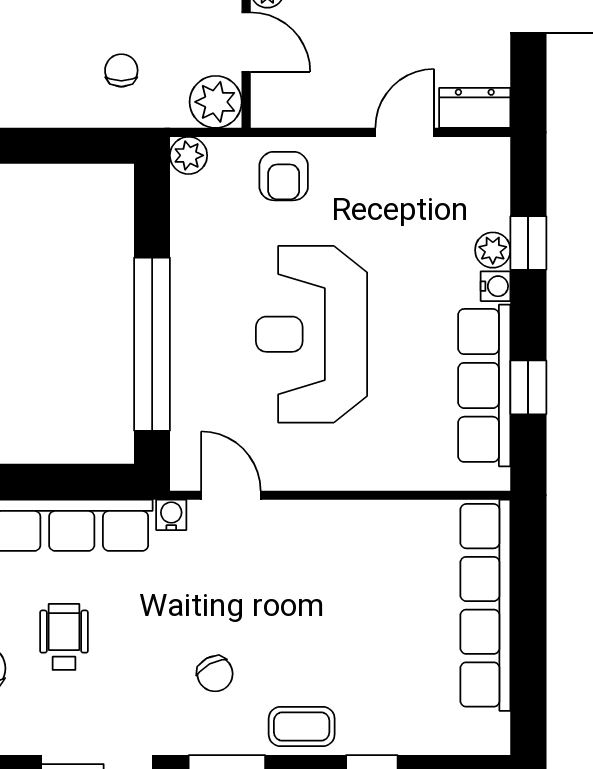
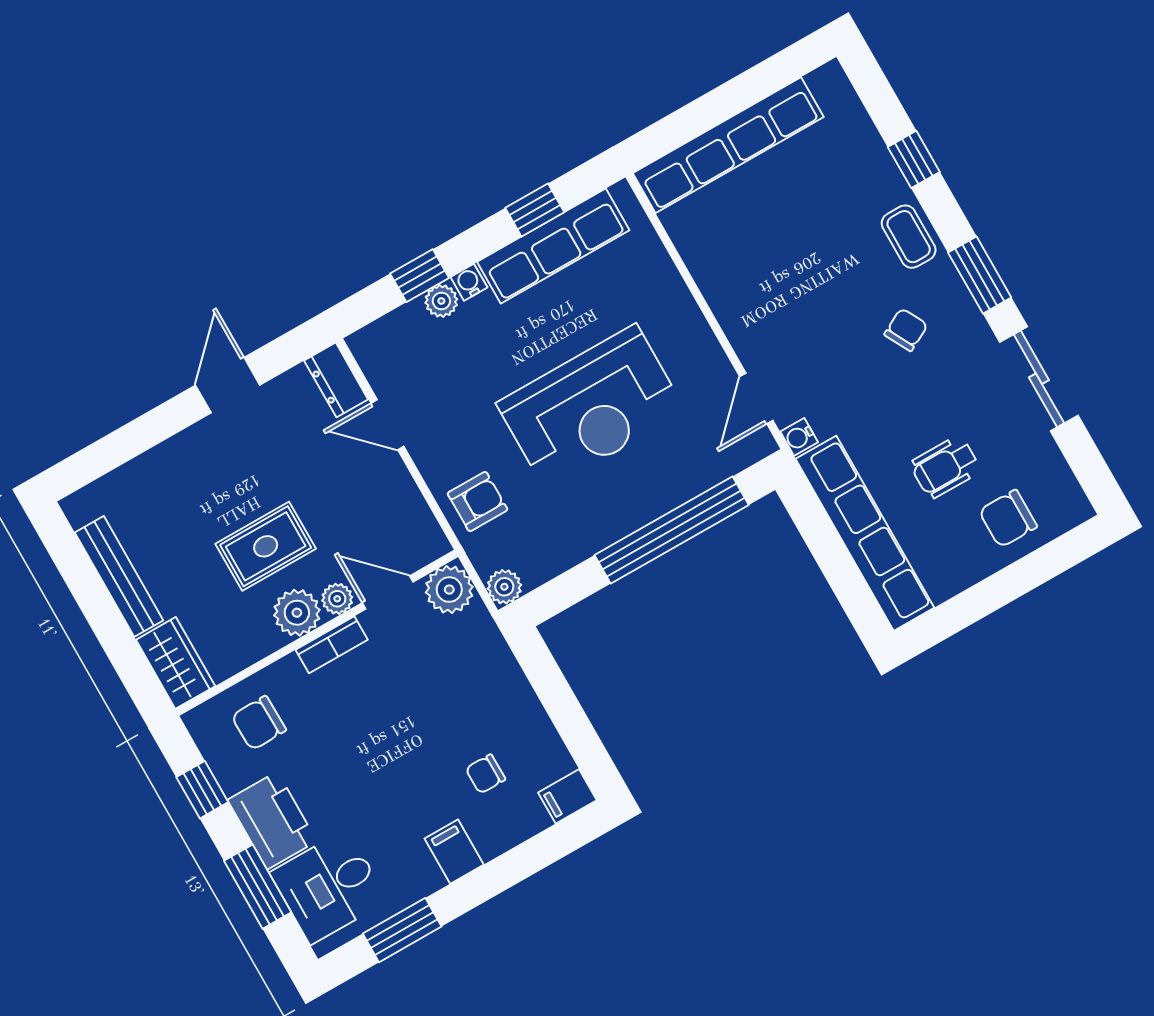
door: (246, 42) -> (388, 592), hinge flipped
chair: (121, 70) -> (485, 774), moved

